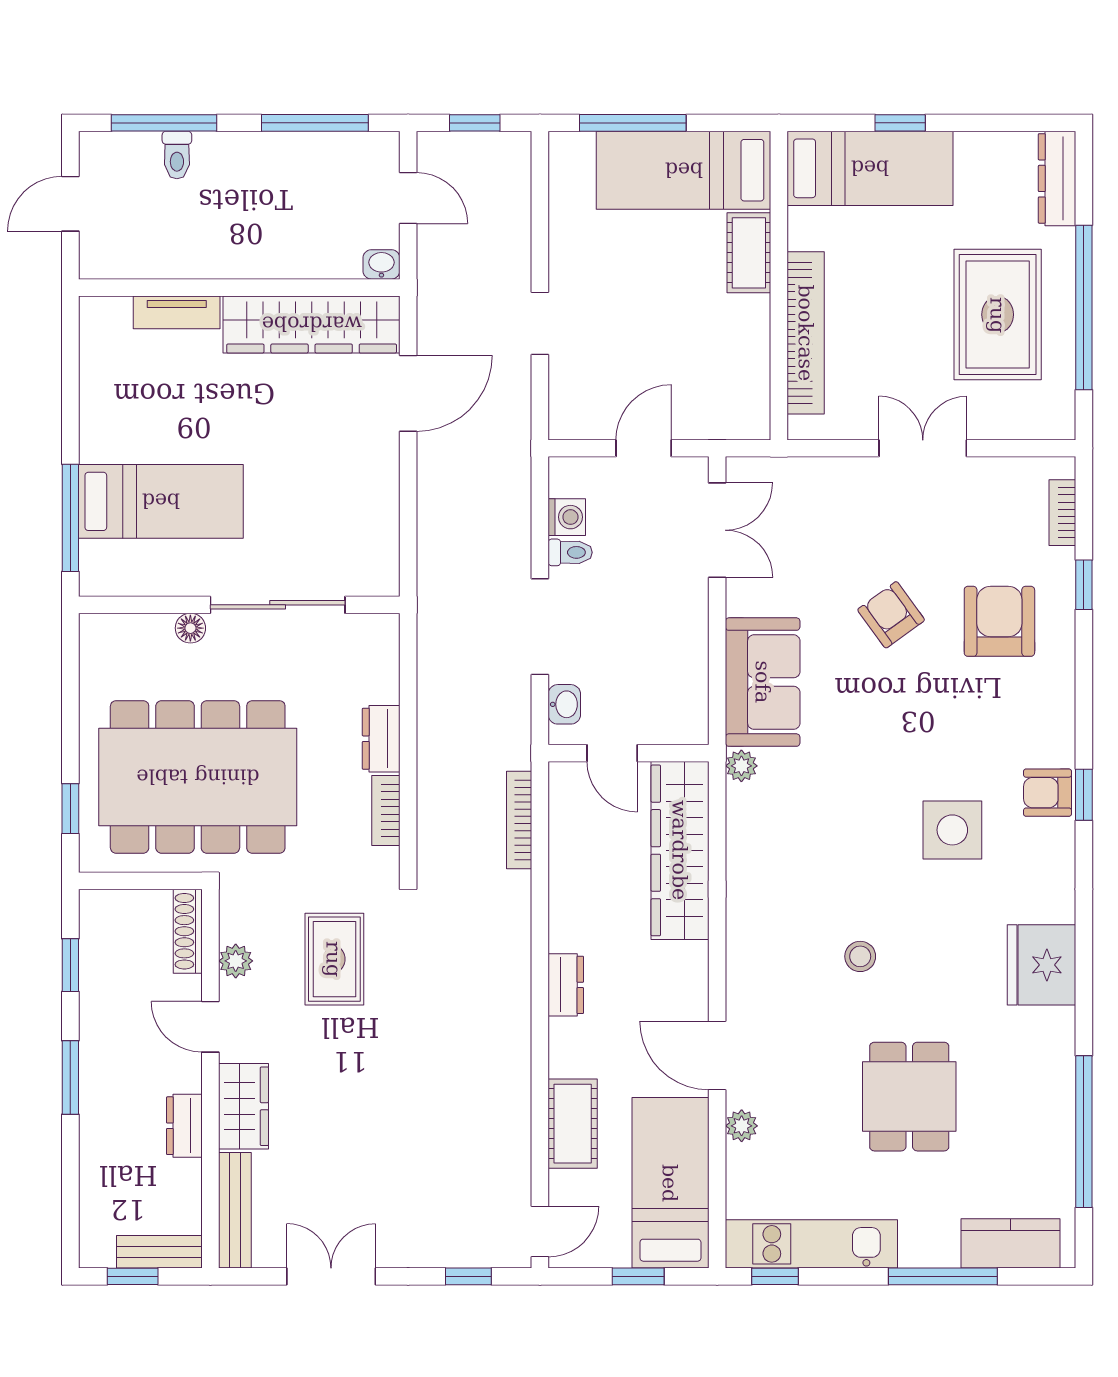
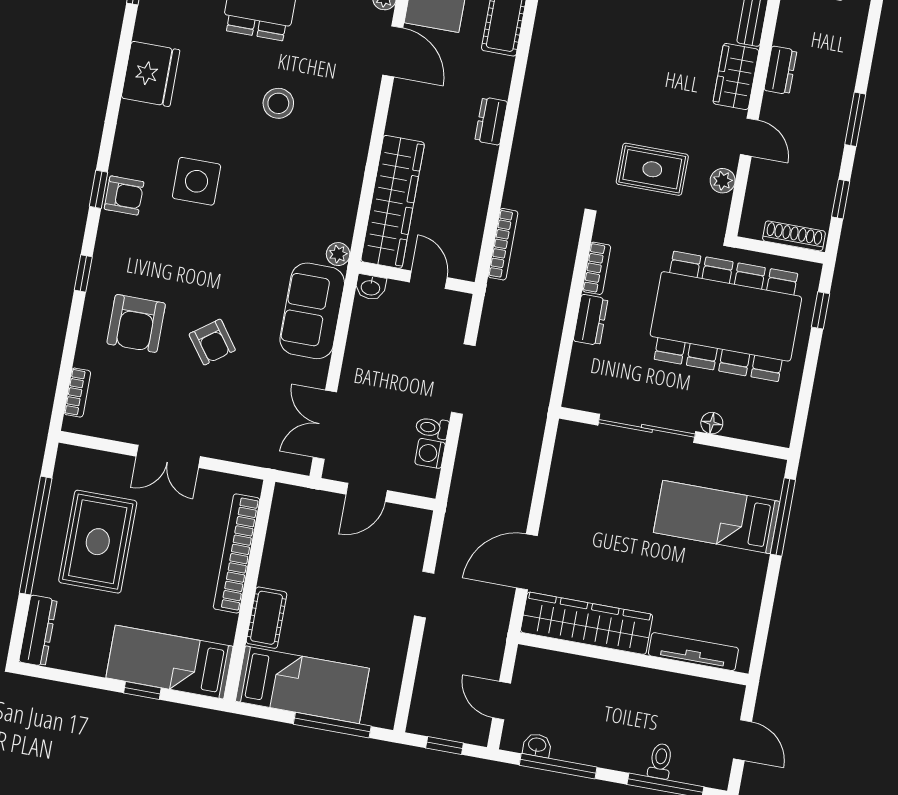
door: (70, 204) -> (742, 740), hinge flipped
washbasin: (381, 264) -> (537, 745), moved, turned 180
tv unit: (177, 312) -> (693, 652), width x1.41
window: (1084, 585) -> (83, 273), moved
washbasin: (564, 704) -> (371, 287), moved, turned -90
shoe rack: (188, 931) -> (794, 236), moved, turned -90
stool: (860, 956) -> (278, 103), width x1.37, depth x1.37
rug: (334, 959) -> (652, 169), turned 90

